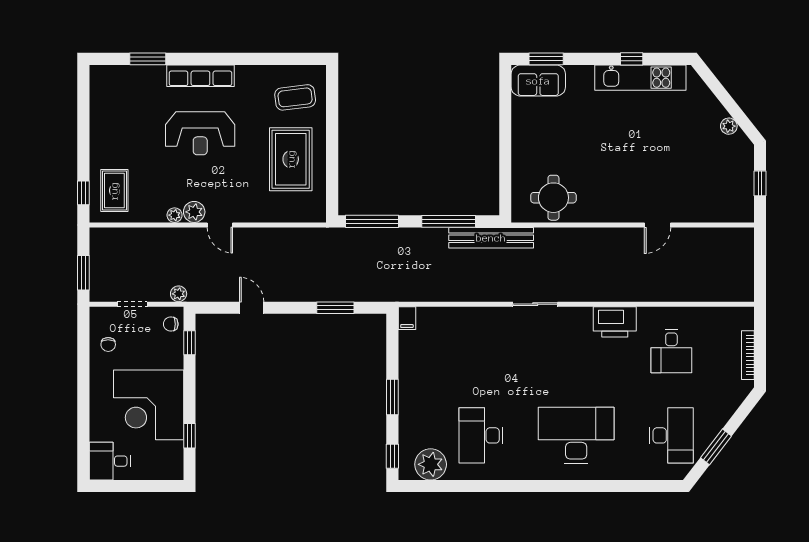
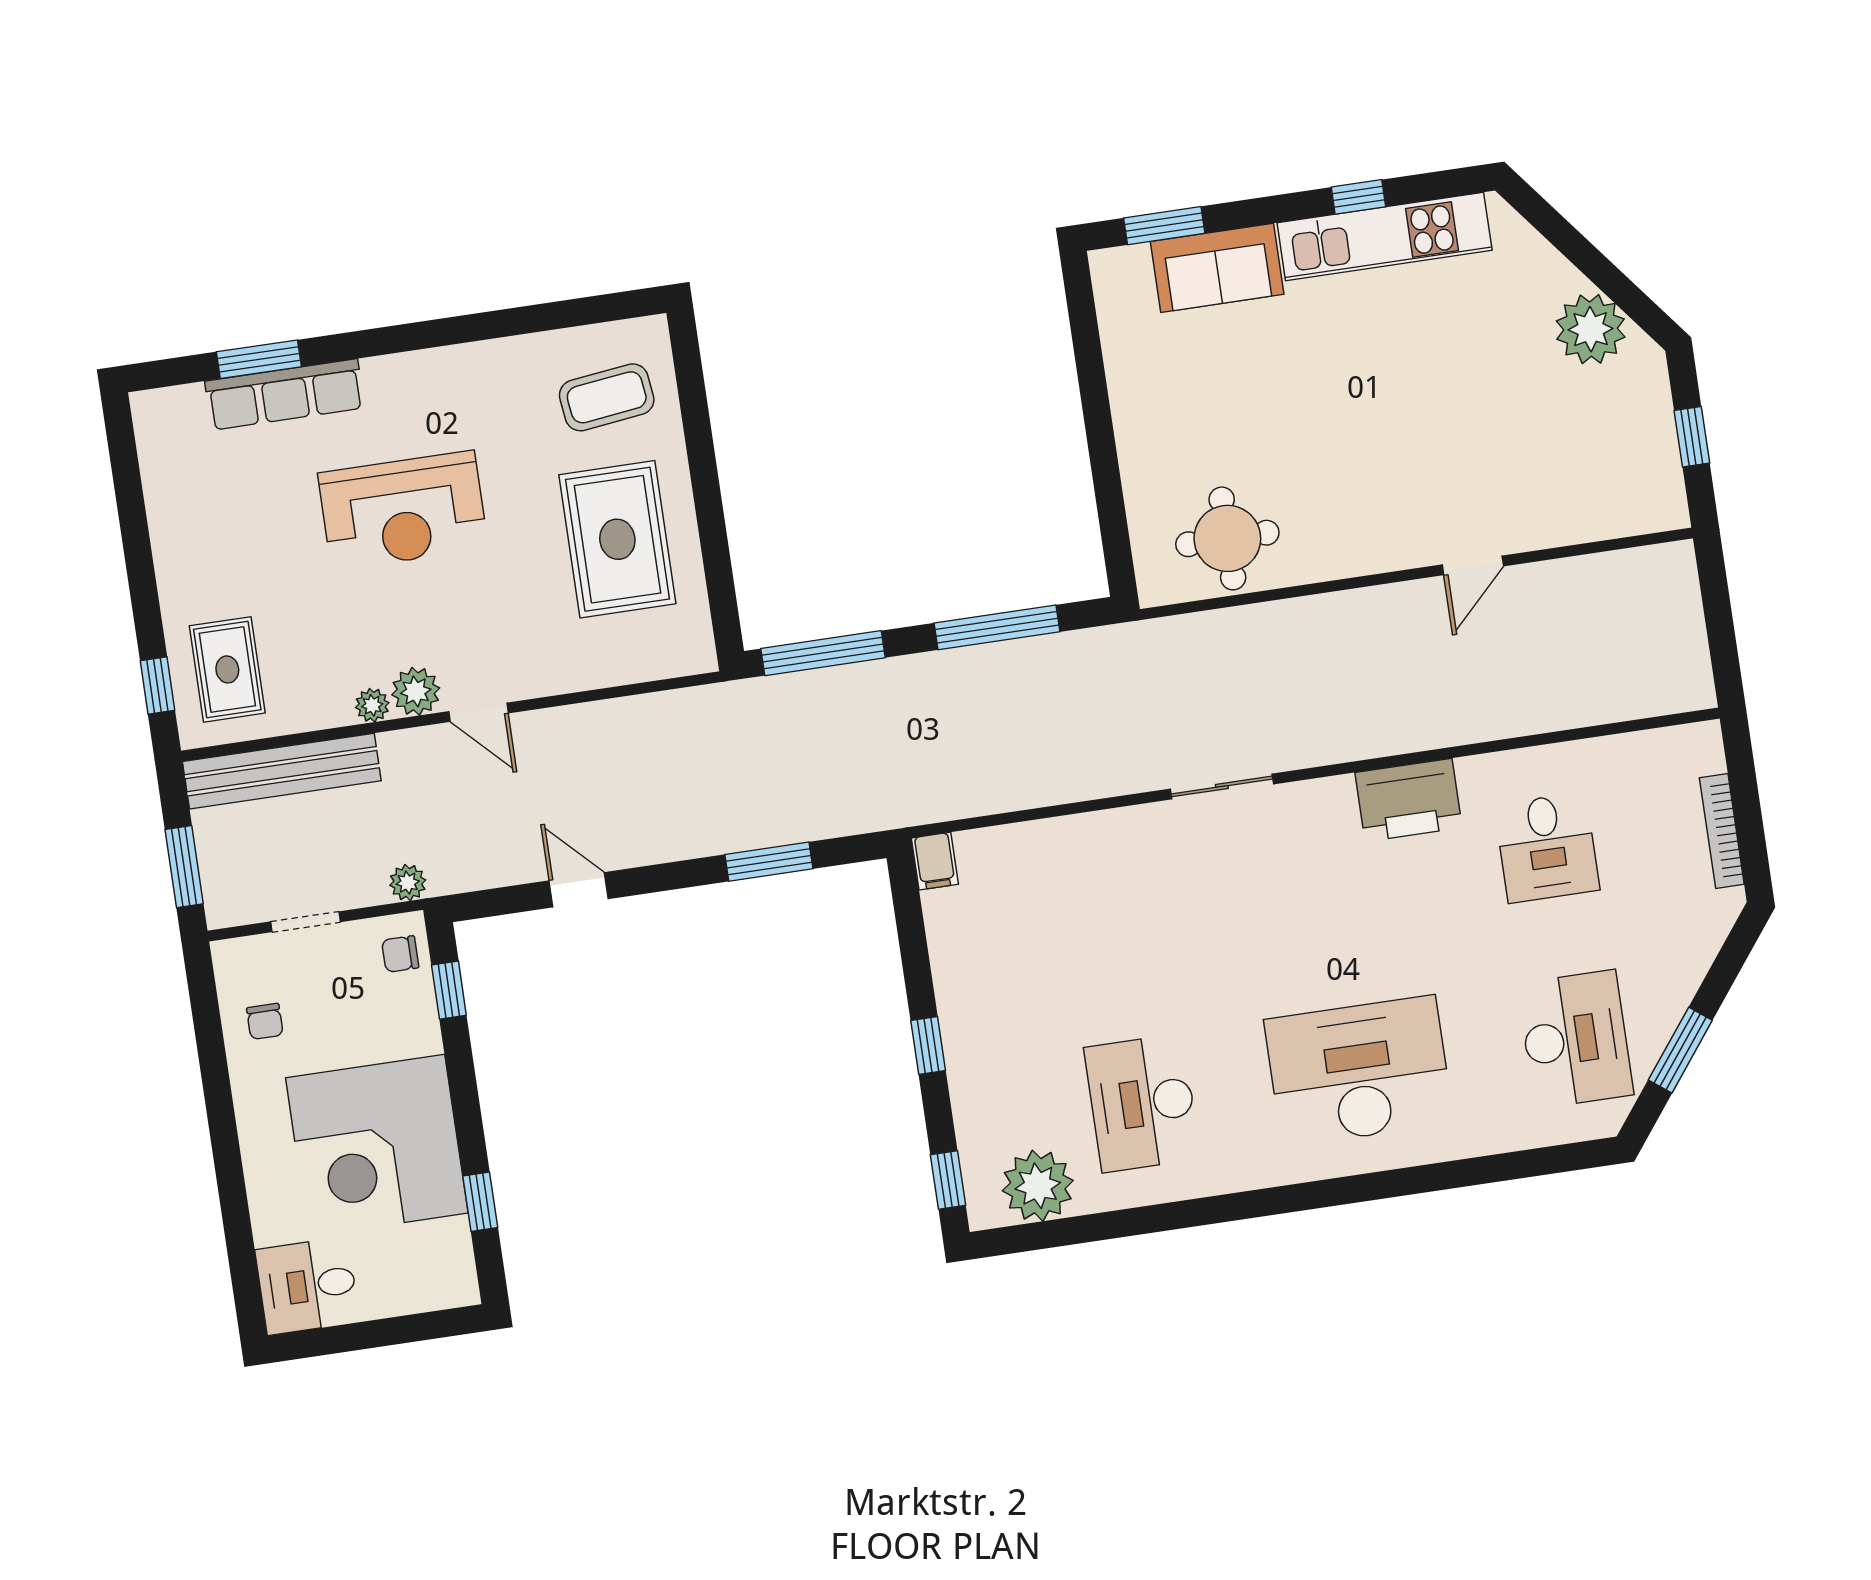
row of seats: (200, 76) -> (285, 395), moved
sofa: (538, 81) -> (1217, 268), moved
plant: (729, 126) -> (1591, 329), width x1.88, depth x1.88
bench: (491, 238) -> (282, 771), moved
window: (392, 397) -> (928, 1045), width x0.67

